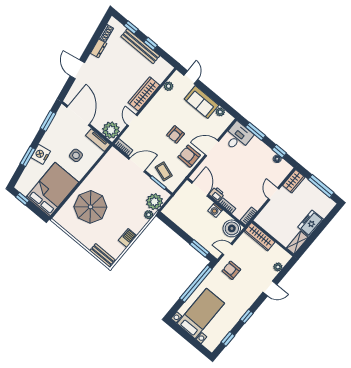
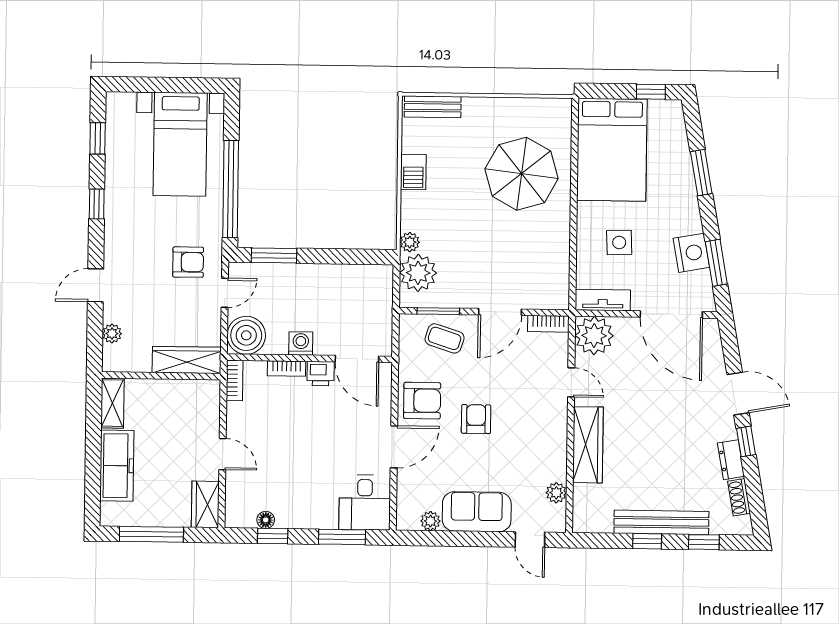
window: (88, 50) -> (746, 441), added
nightstand: (41, 154) -> (691, 253), moved
freezer: (311, 223) -> (117, 466), width x1.40

